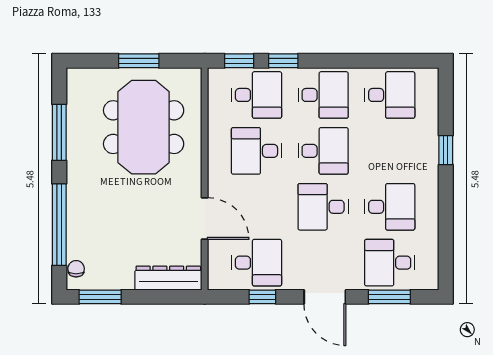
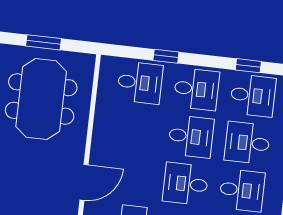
window: (239, 61) -> (248, 66), moved
desk: (256, 151) -> (247, 143), moved
door: (205, 219) -> (84, 182), hinge flipped

